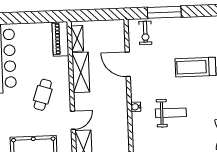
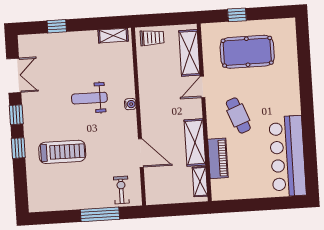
piano: (61, 39) -> (218, 158), moved
cafe table: (43, 95) -> (238, 115), turned -39

